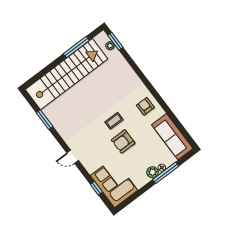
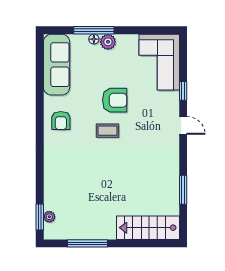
stairs: (66, 74) -> (148, 228), width x0.54, depth x0.66
window: (96, 188) -> (183, 91), moved

